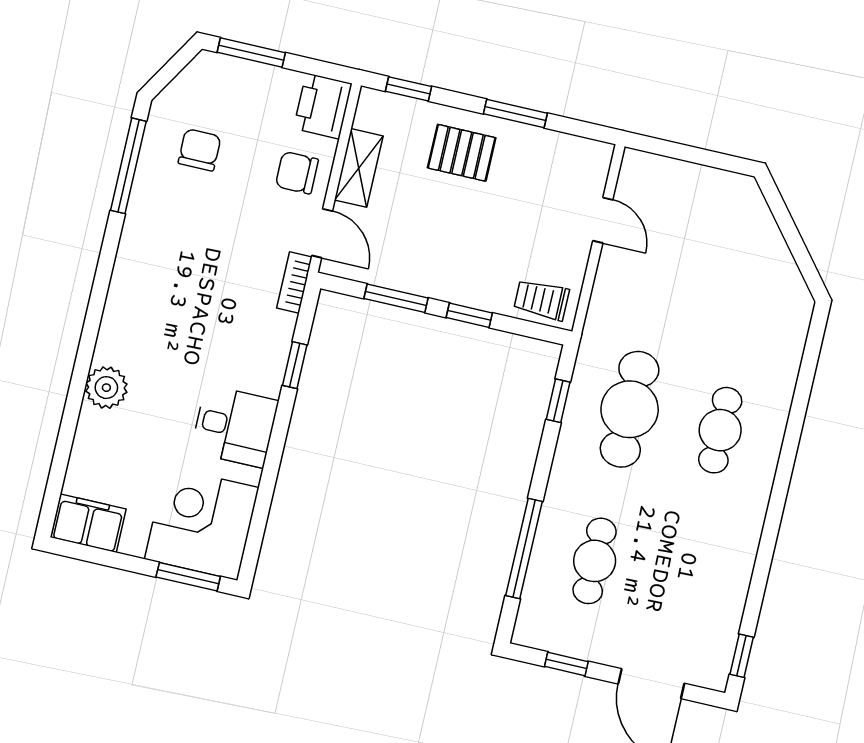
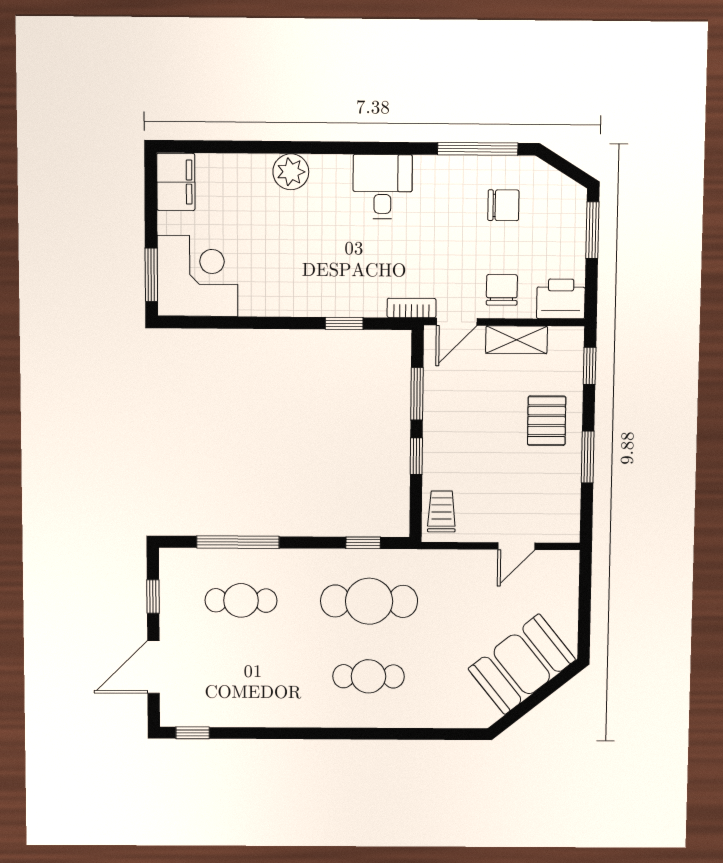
booth: (747, 244) -> (522, 664), added
desk: (235, 426) -> (383, 187), moved, turned 180

